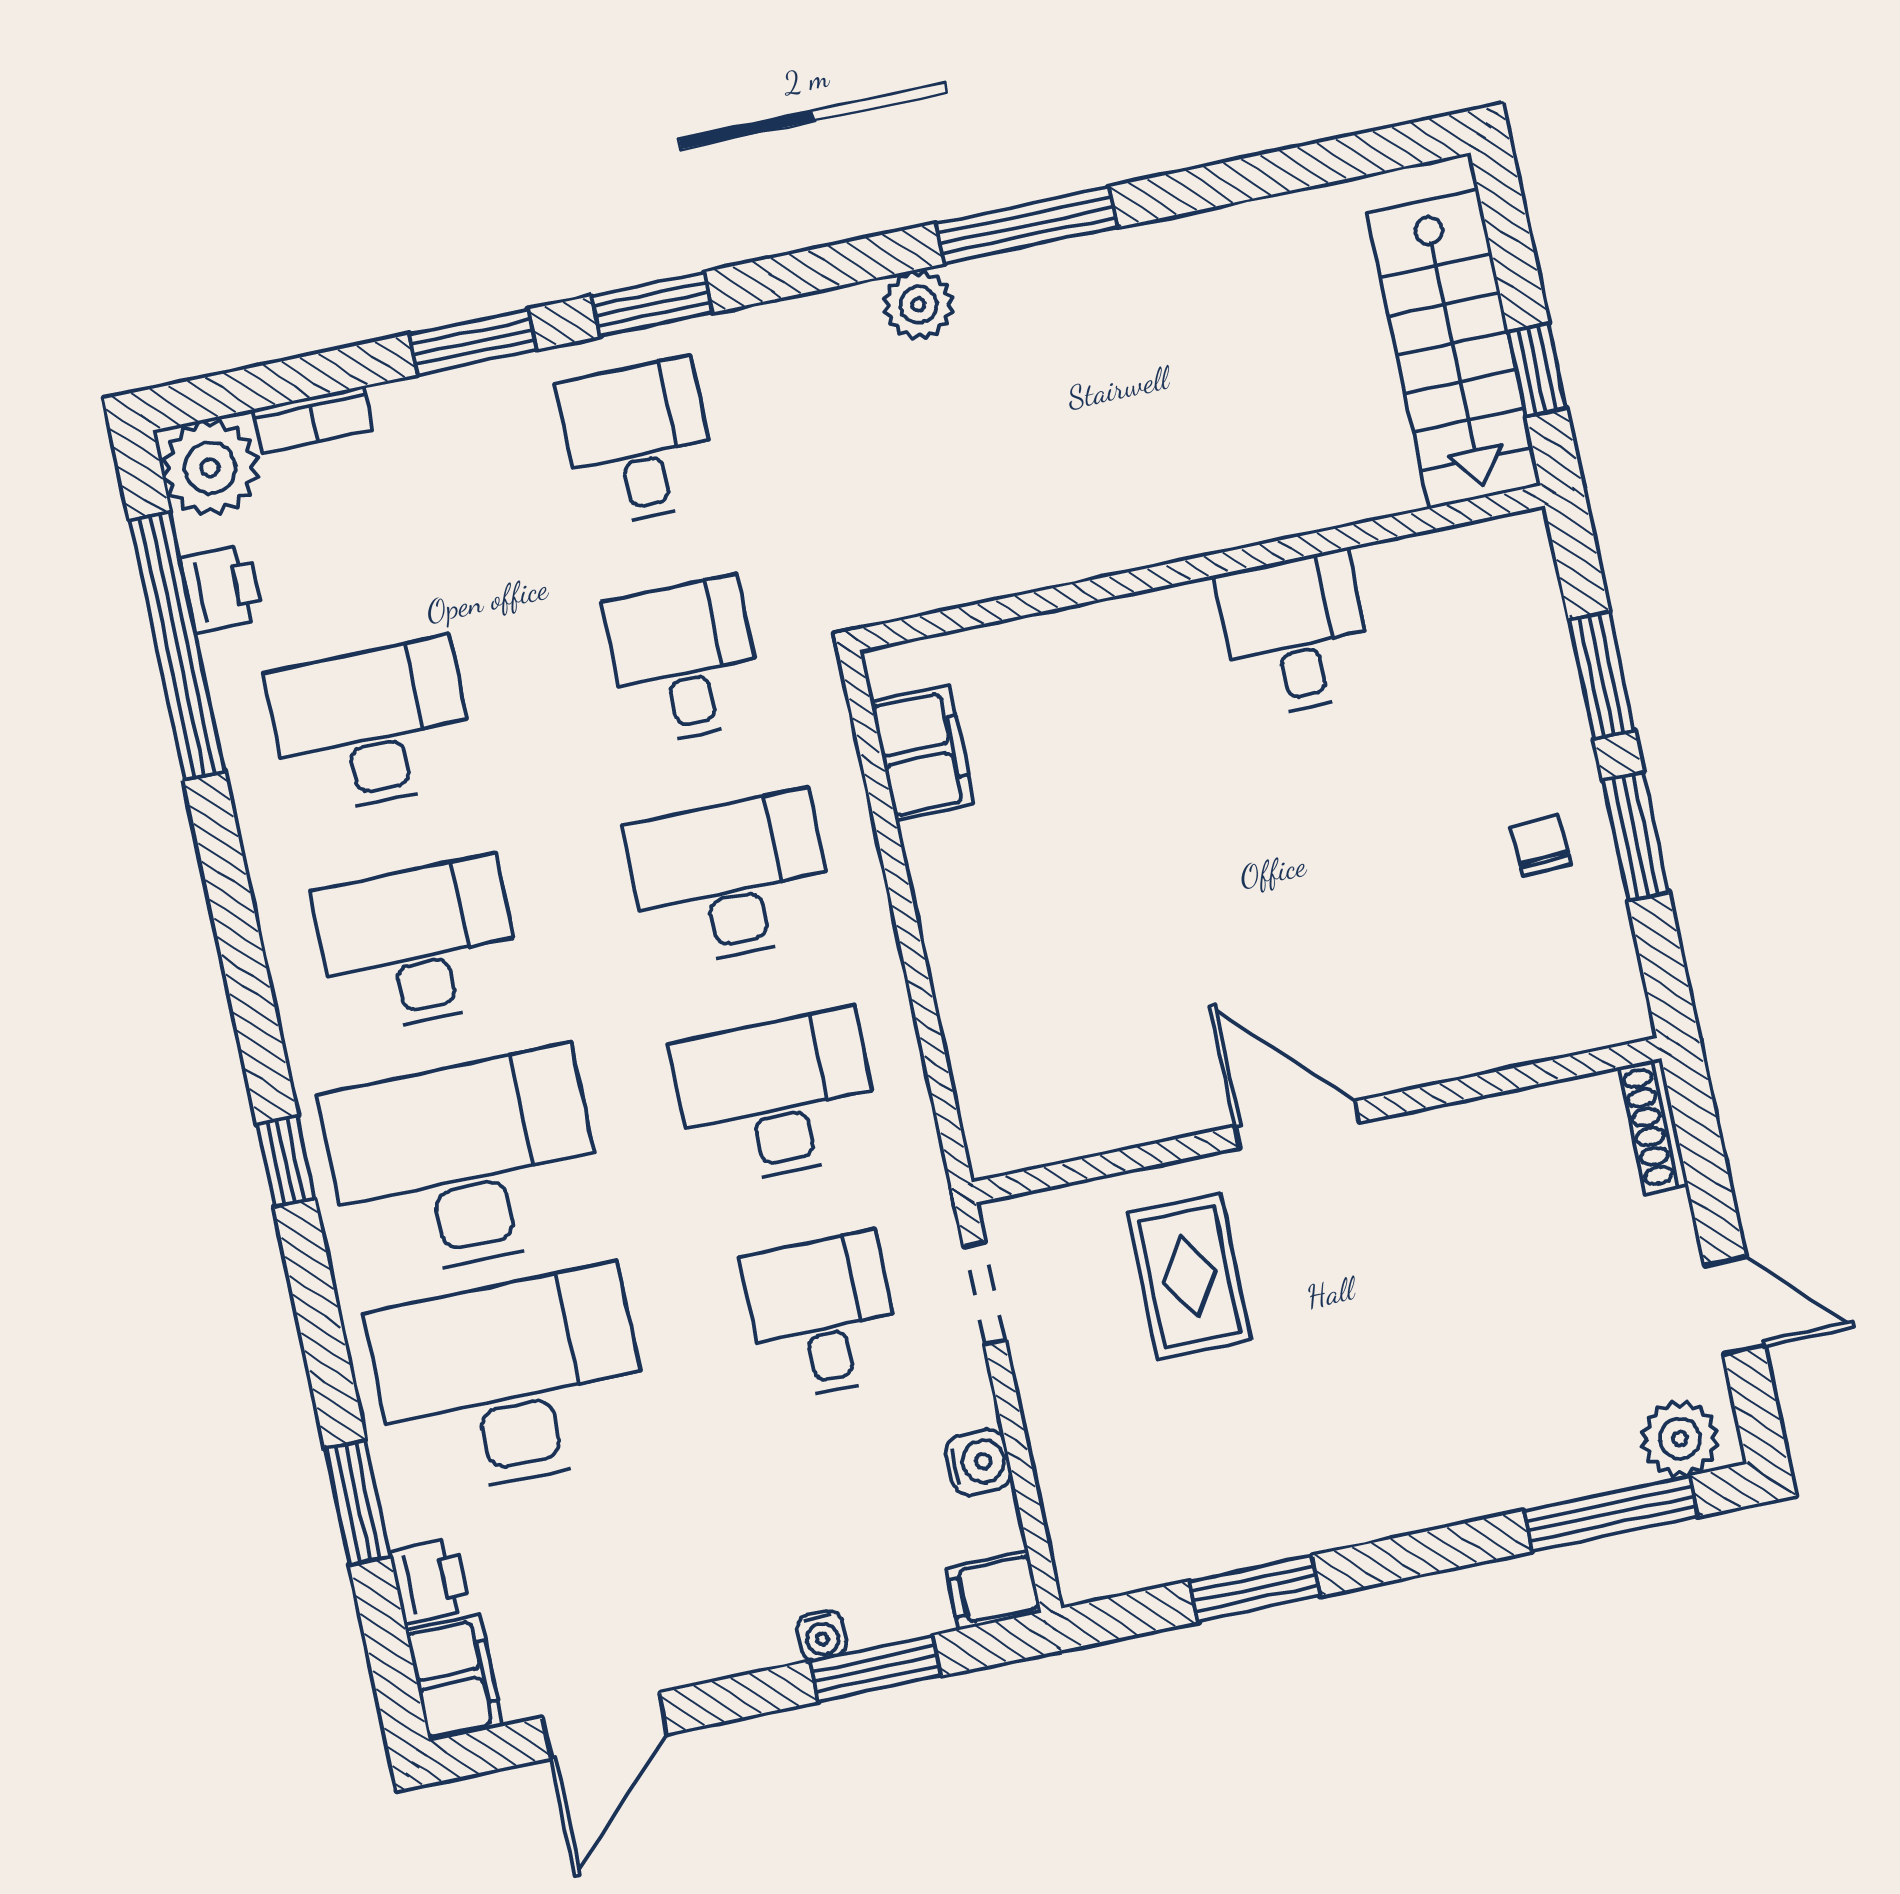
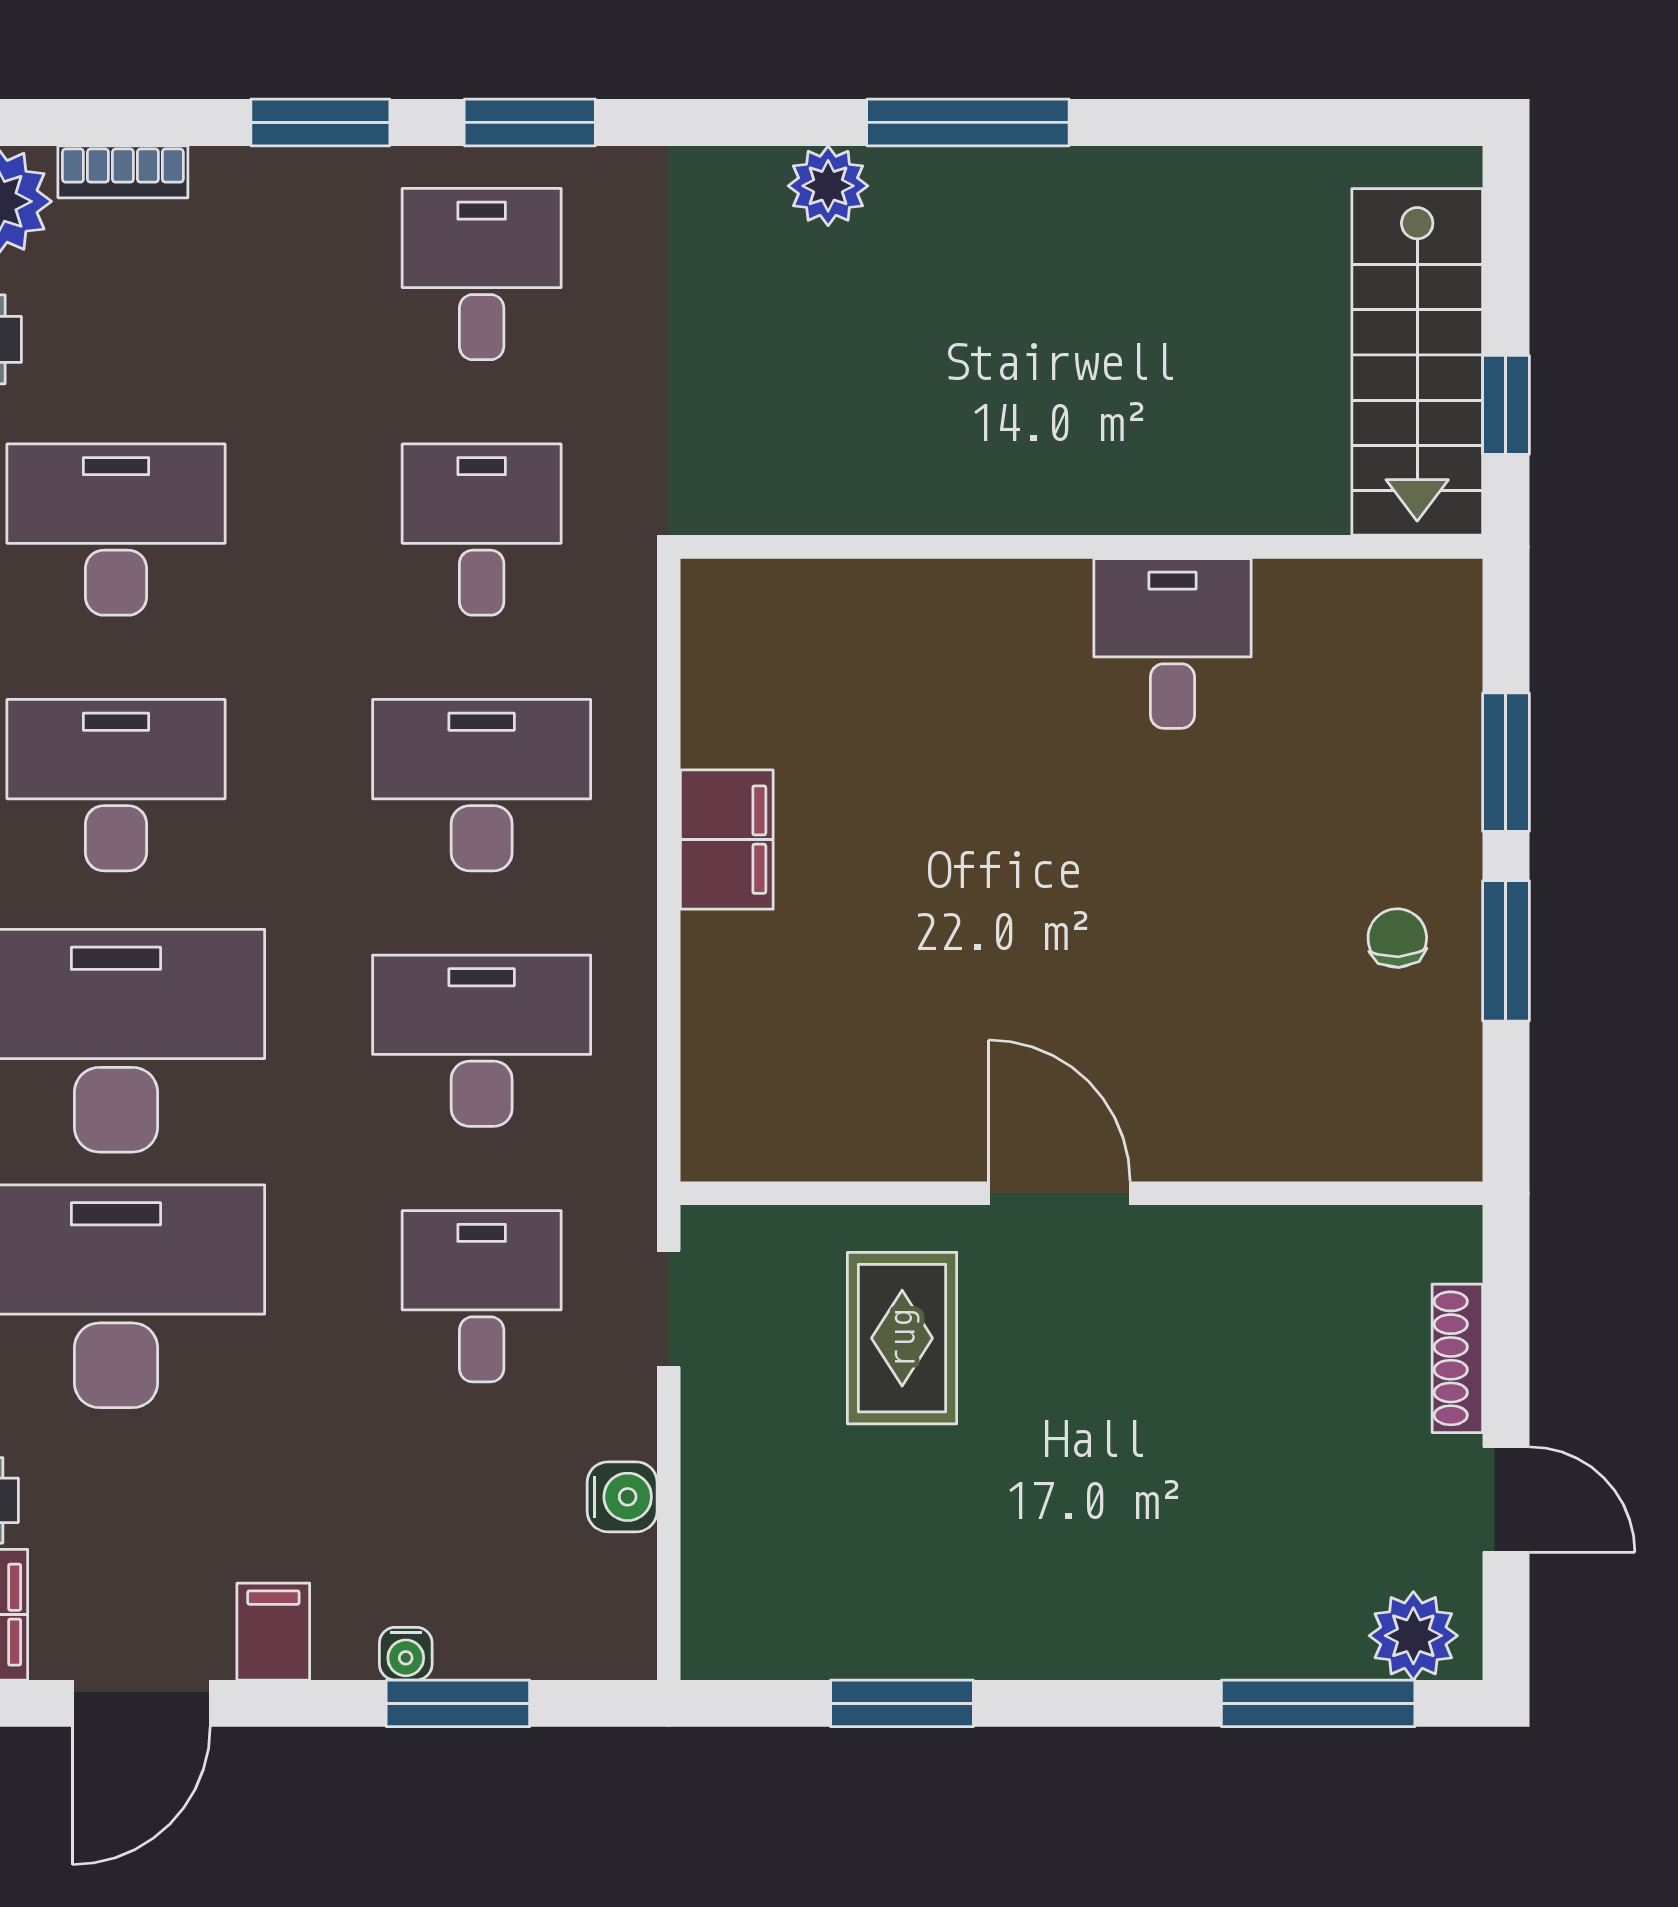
filing cabinet: (923, 753) -> (727, 840), moved
shoe rack: (1653, 1126) -> (1457, 1358), moved
filing cabinet: (993, 1590) -> (273, 1632), moved, turned 90

